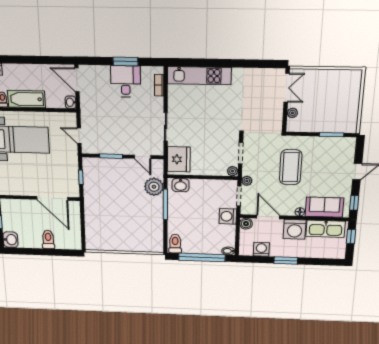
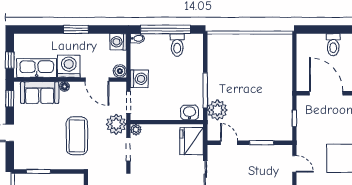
plant: (247, 181) -> (116, 124), width x1.88, depth x1.88
toilet: (175, 244) -> (177, 45), moved
washing machine: (261, 249) -> (118, 42), moved, turned 90

